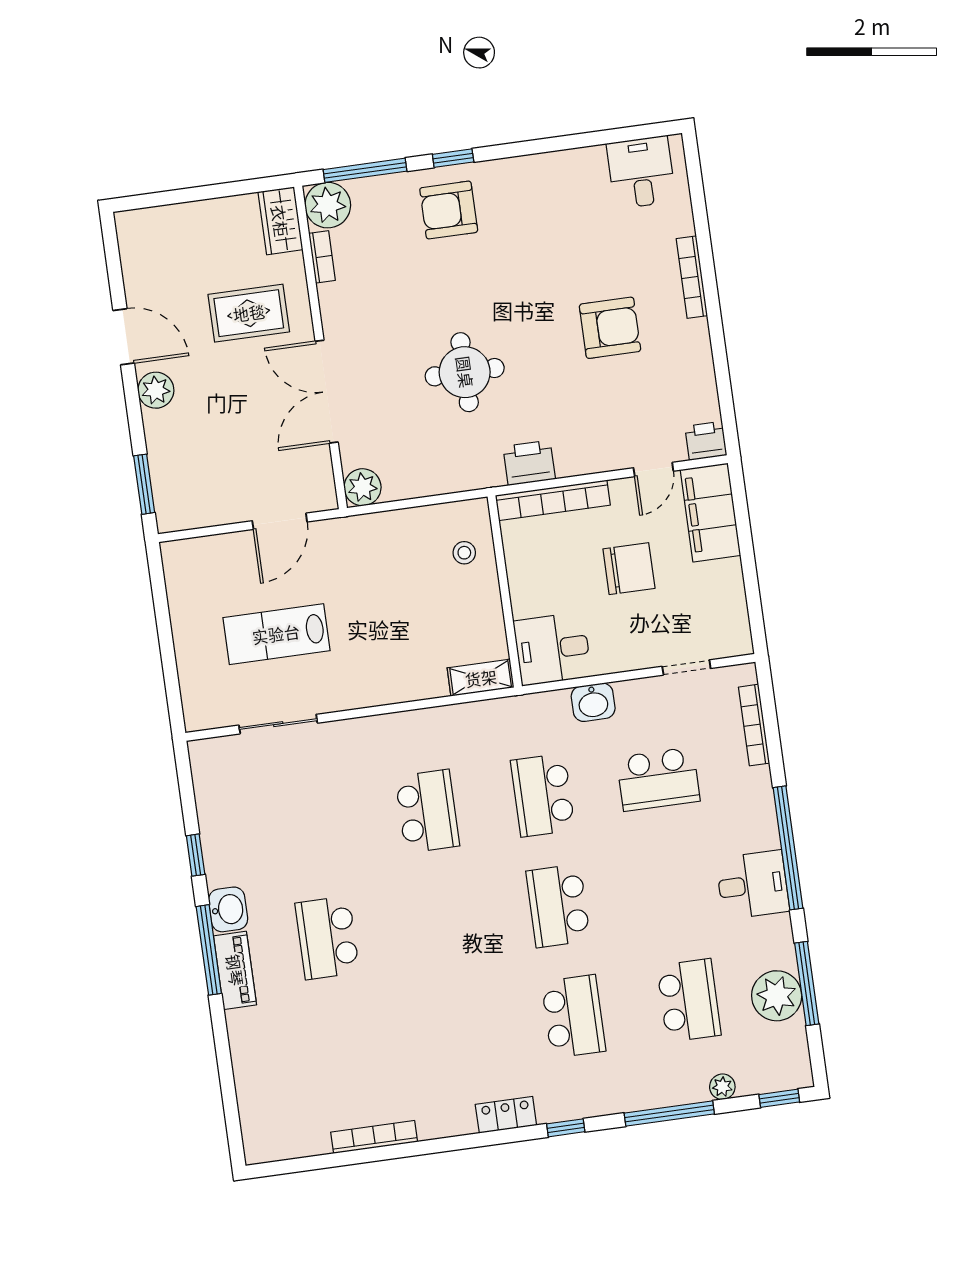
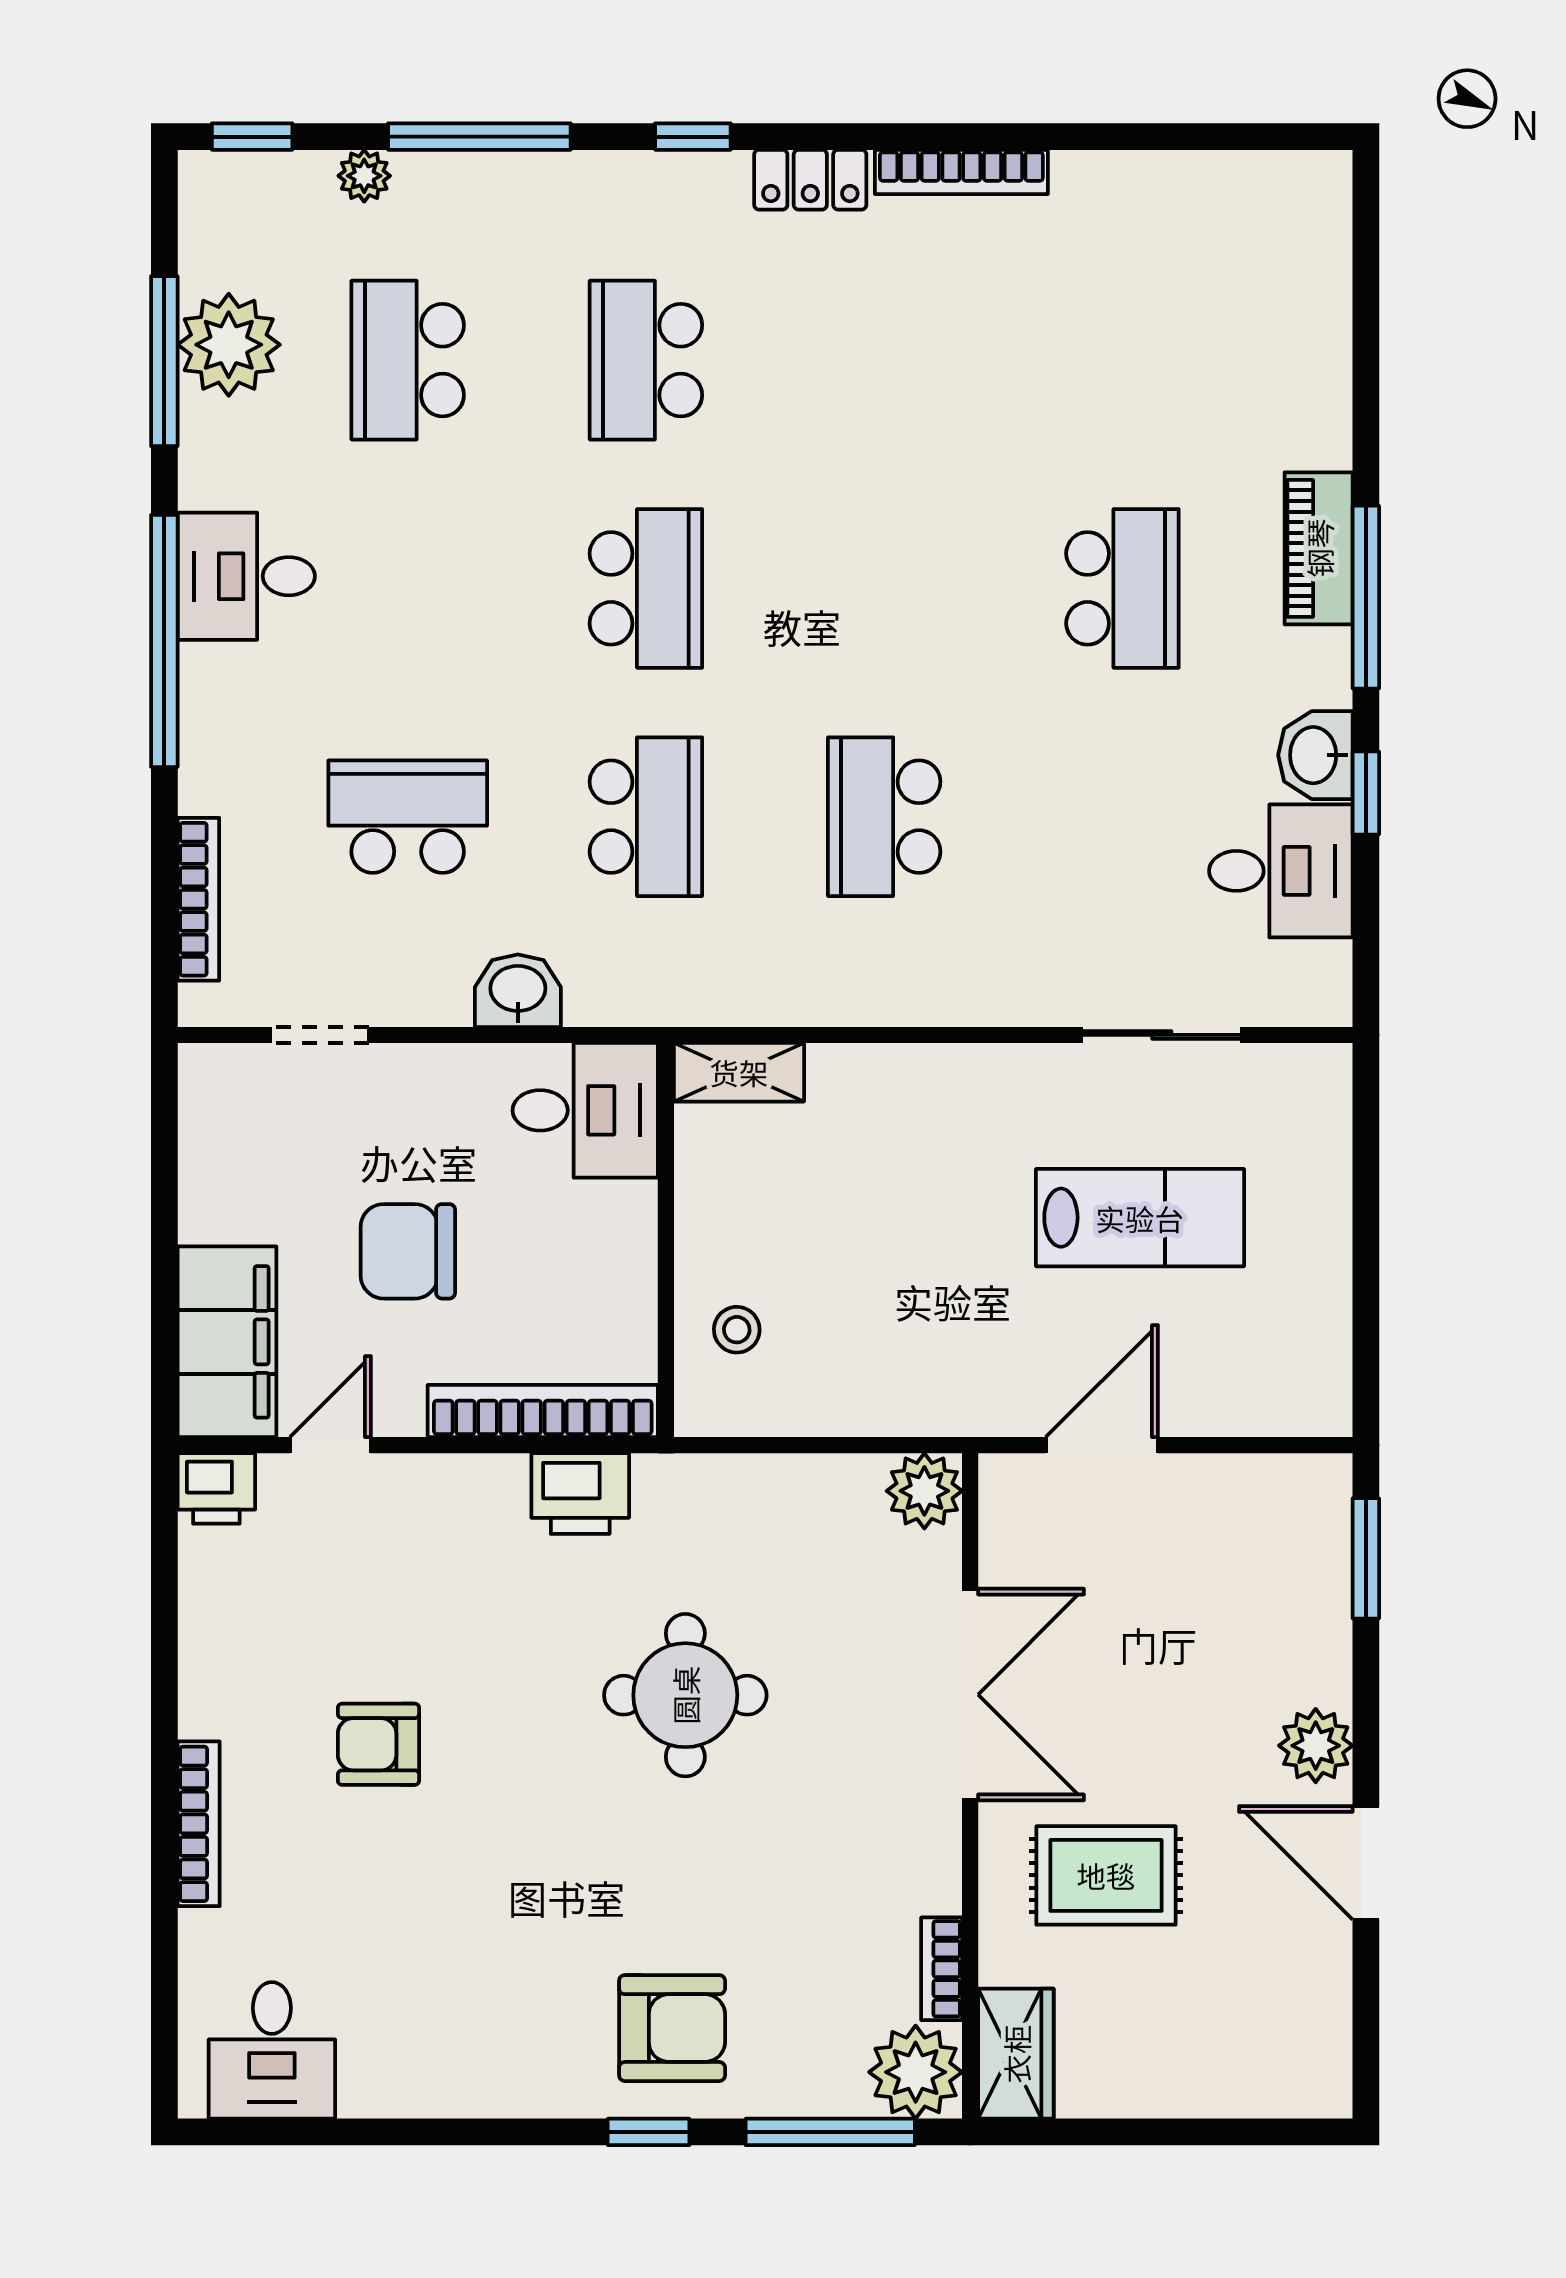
armchair: (610, 328) -> (378, 1744), width x0.72, depth x0.72
desk: (232, 812) -> (1281, 871), added
washbasin: (228, 909) -> (1315, 755), moved
bookcase: (374, 1137) -> (961, 172), moved

